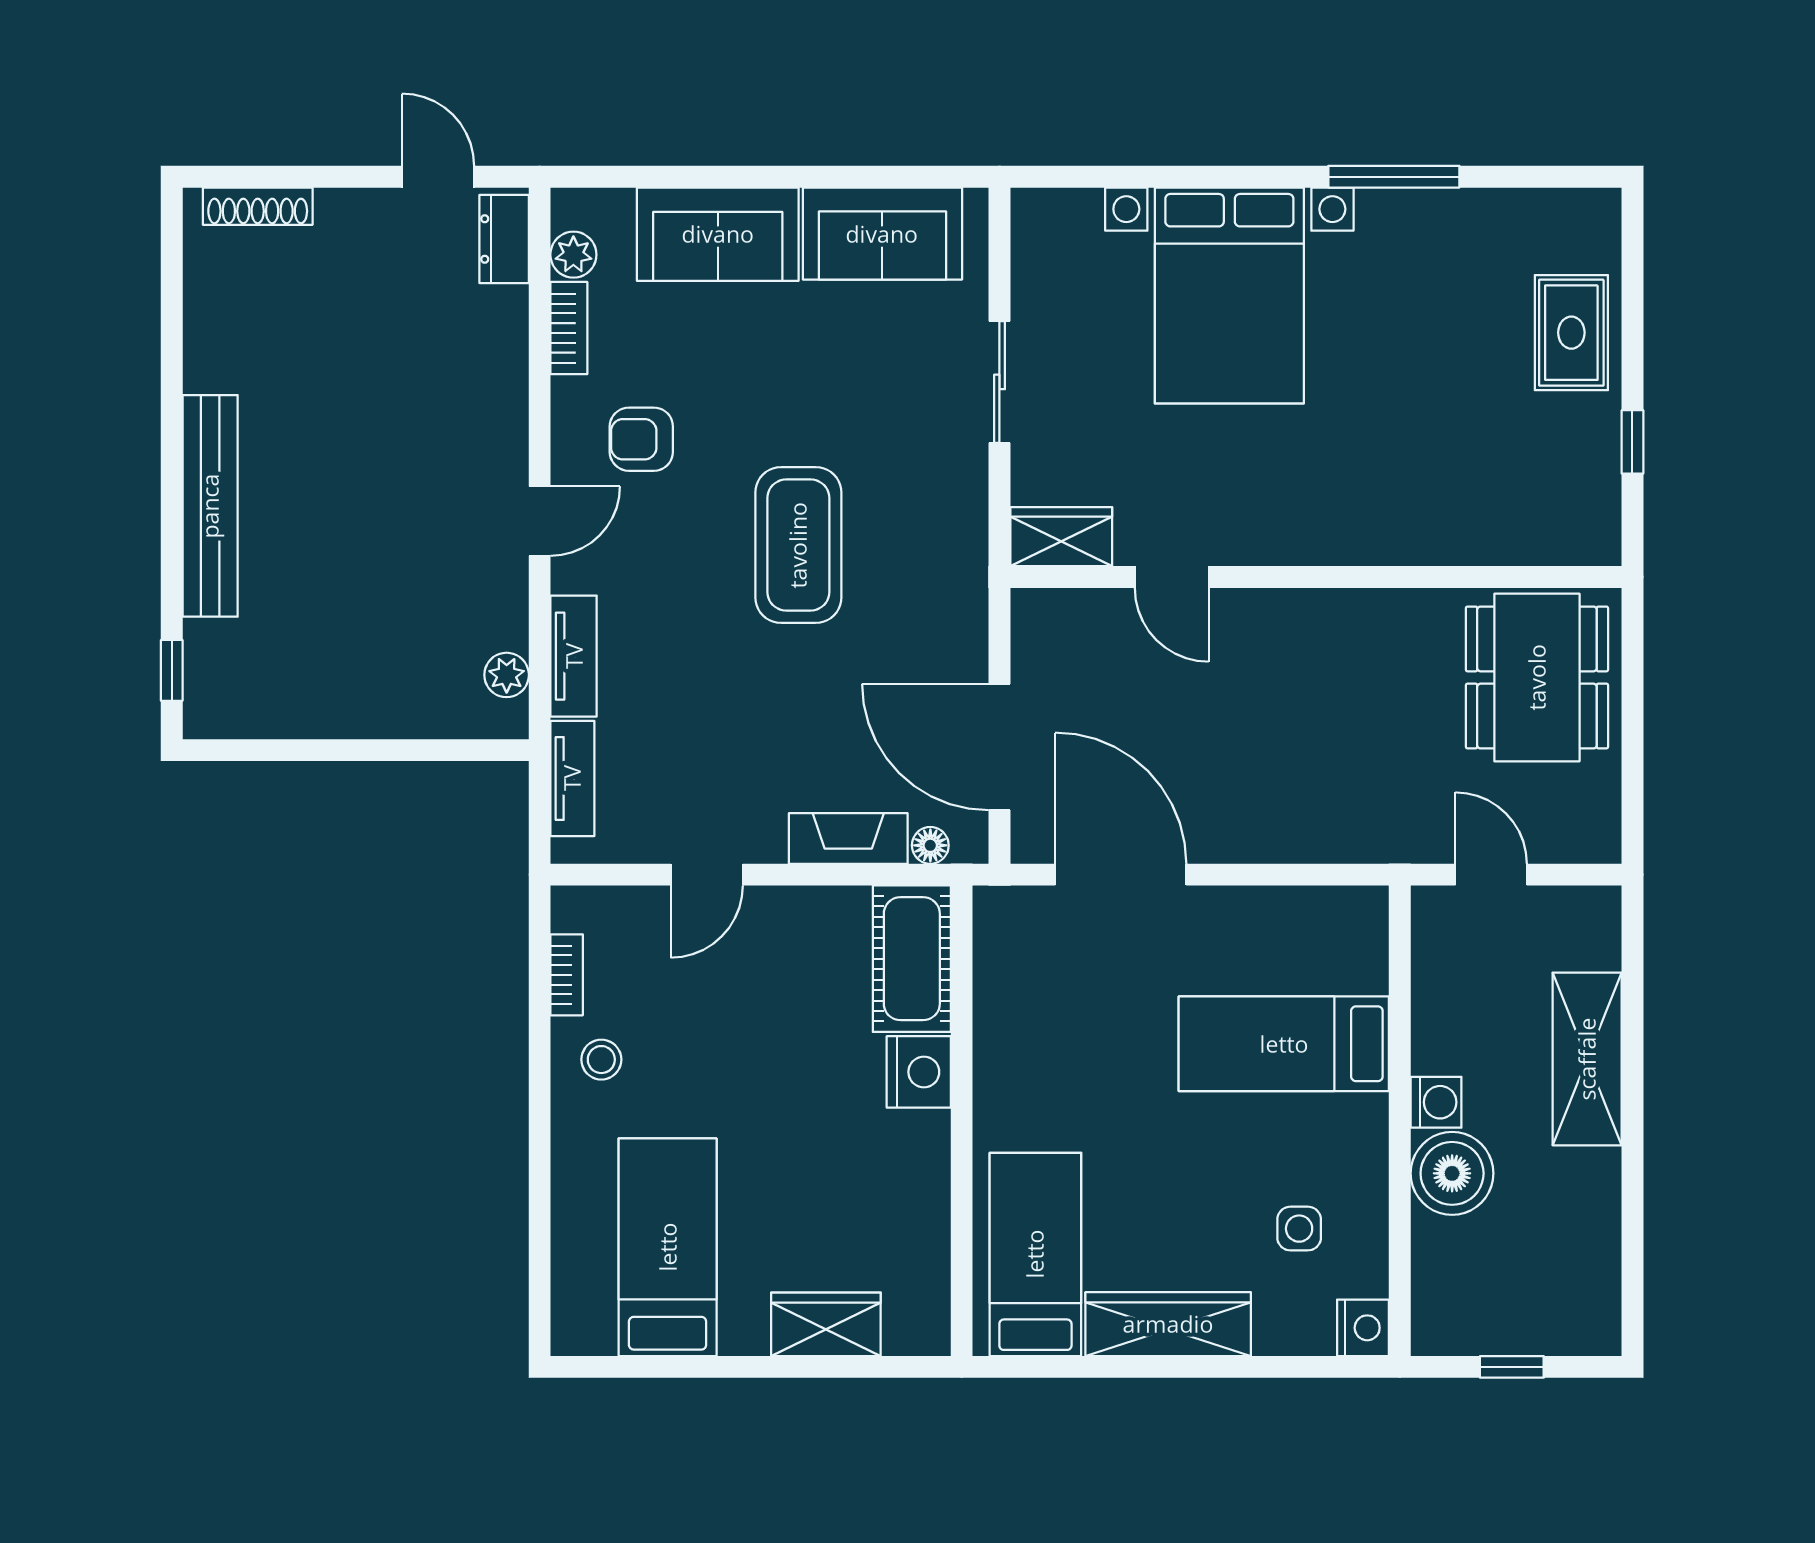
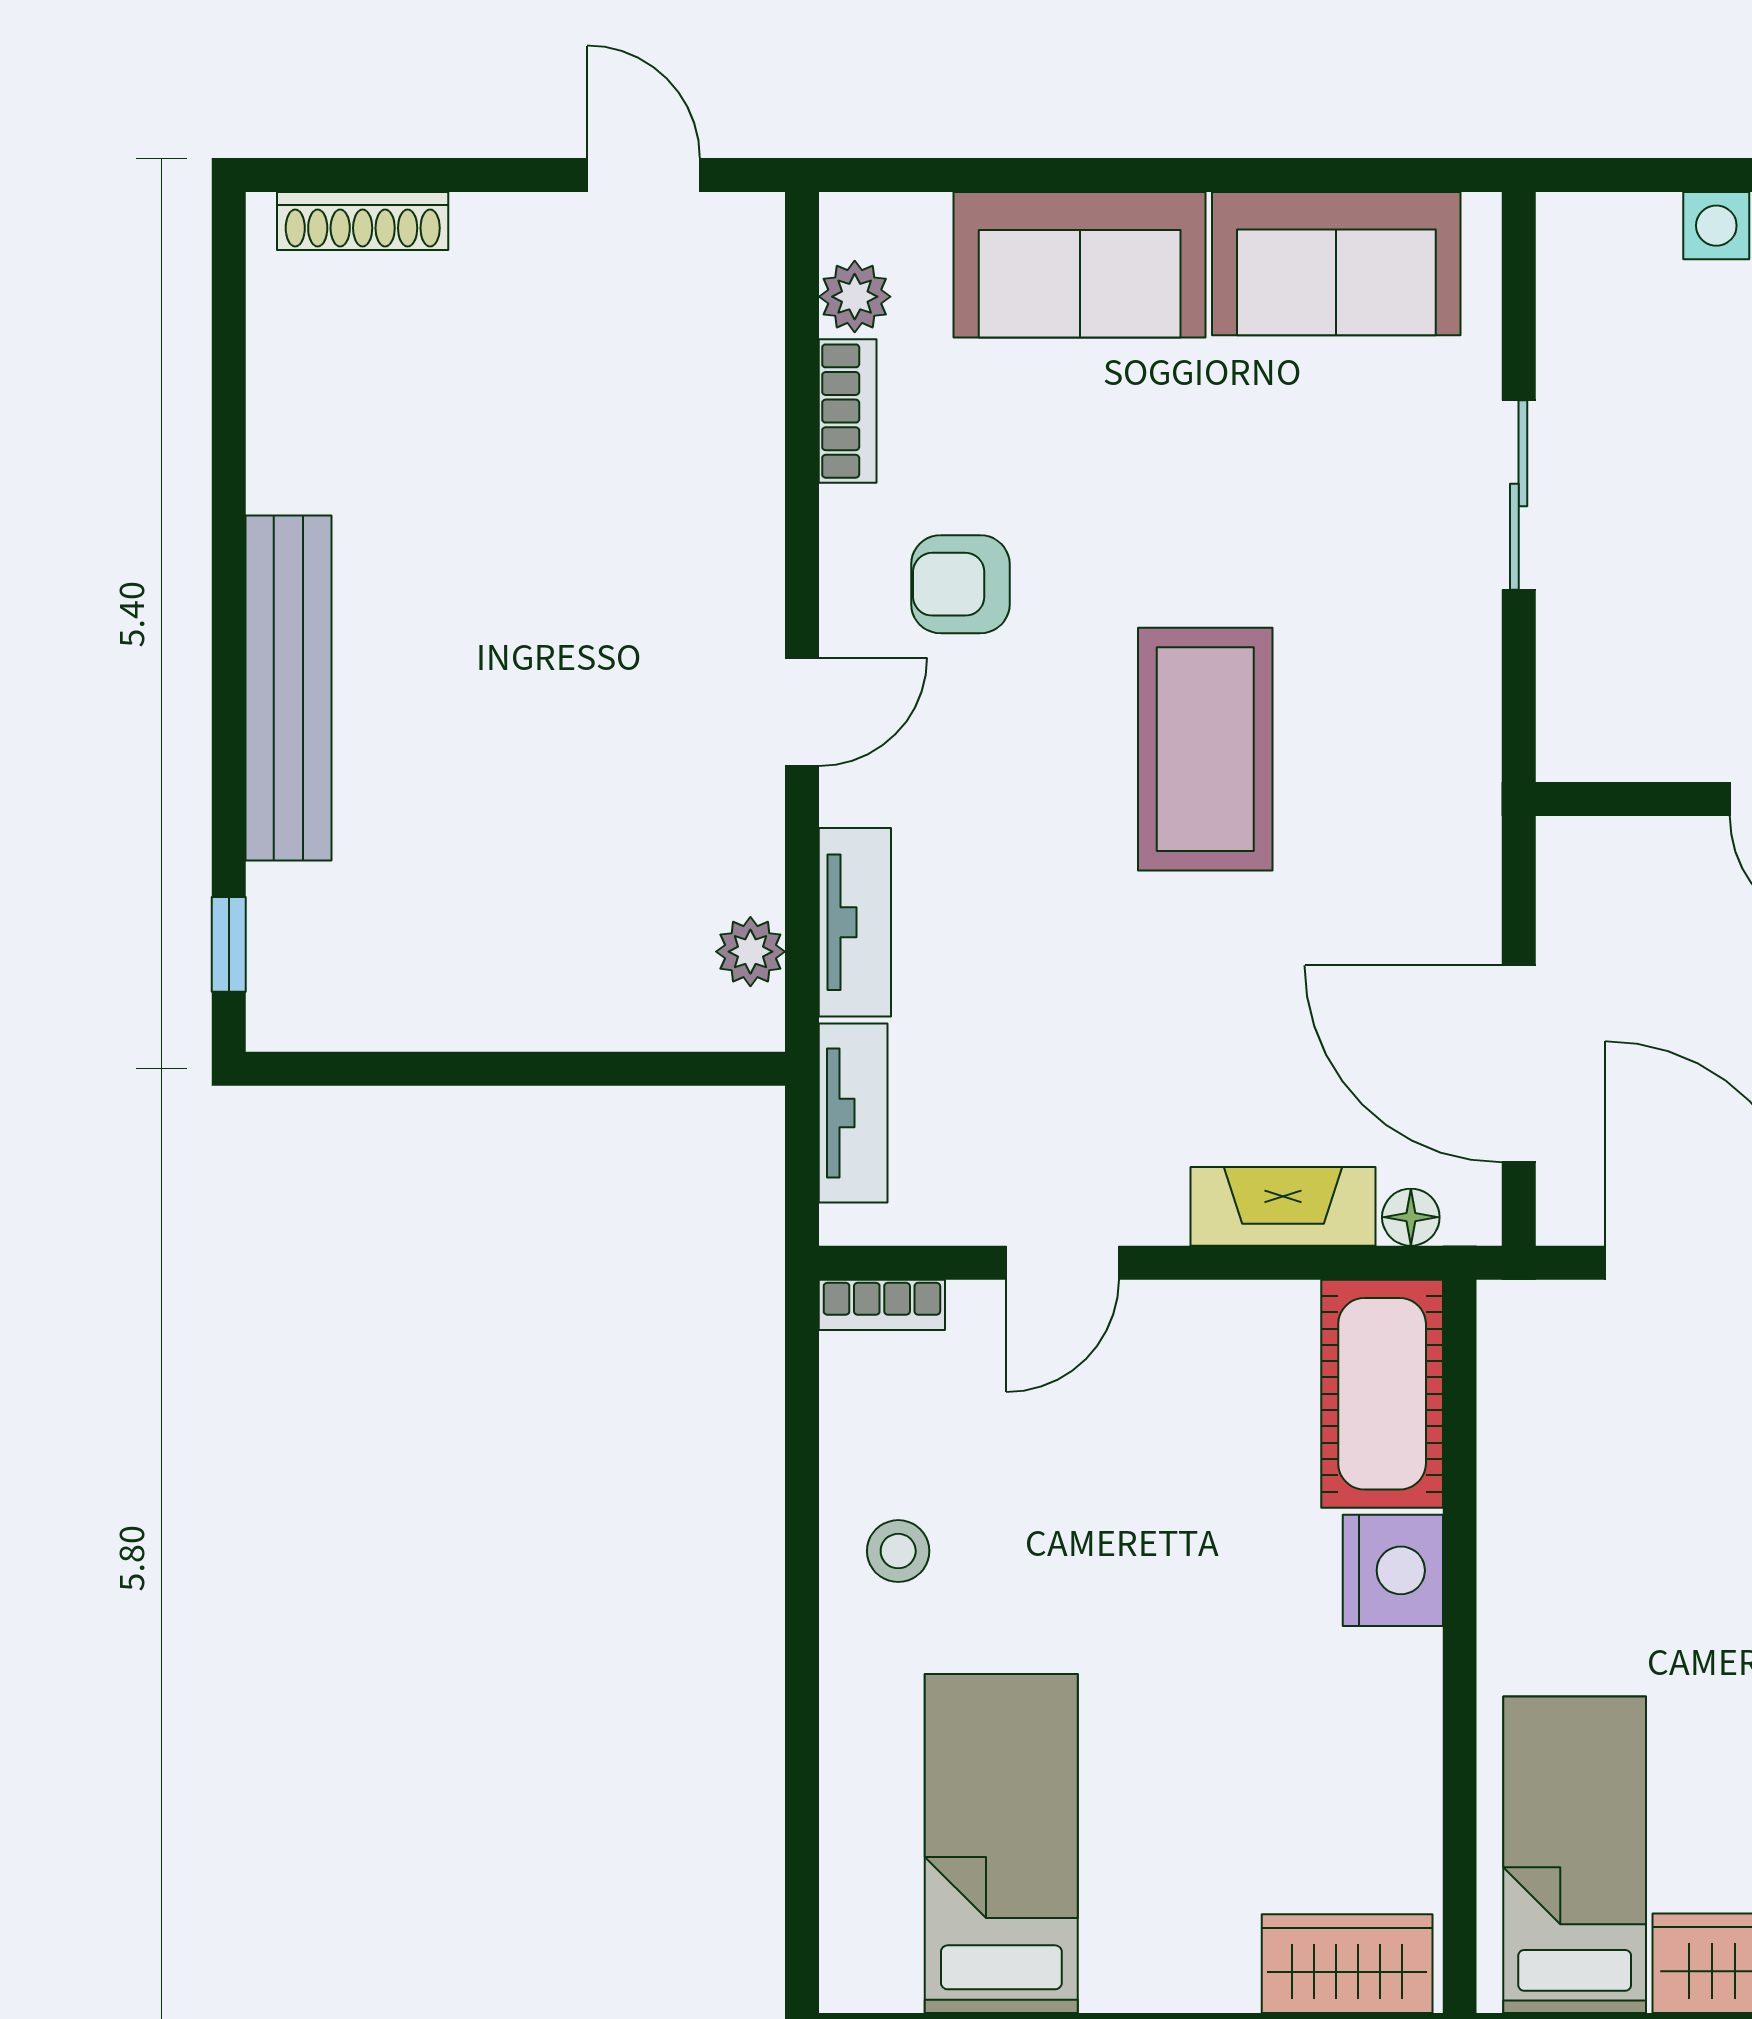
dresser: (504, 239) -> (747, 272), removed
wardrobe: (1061, 537) -> (1615, 736), removed
bookcase: (567, 975) -> (882, 1305), moved, turned 90
wardrobe: (826, 1324) -> (1347, 1964), moved

